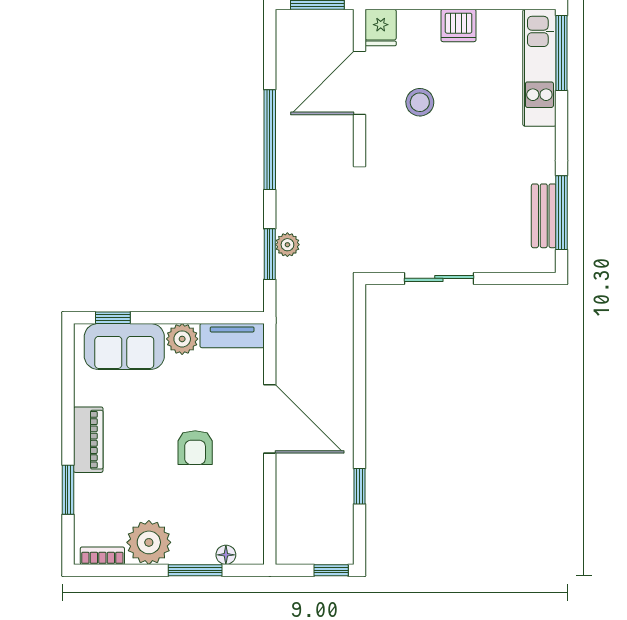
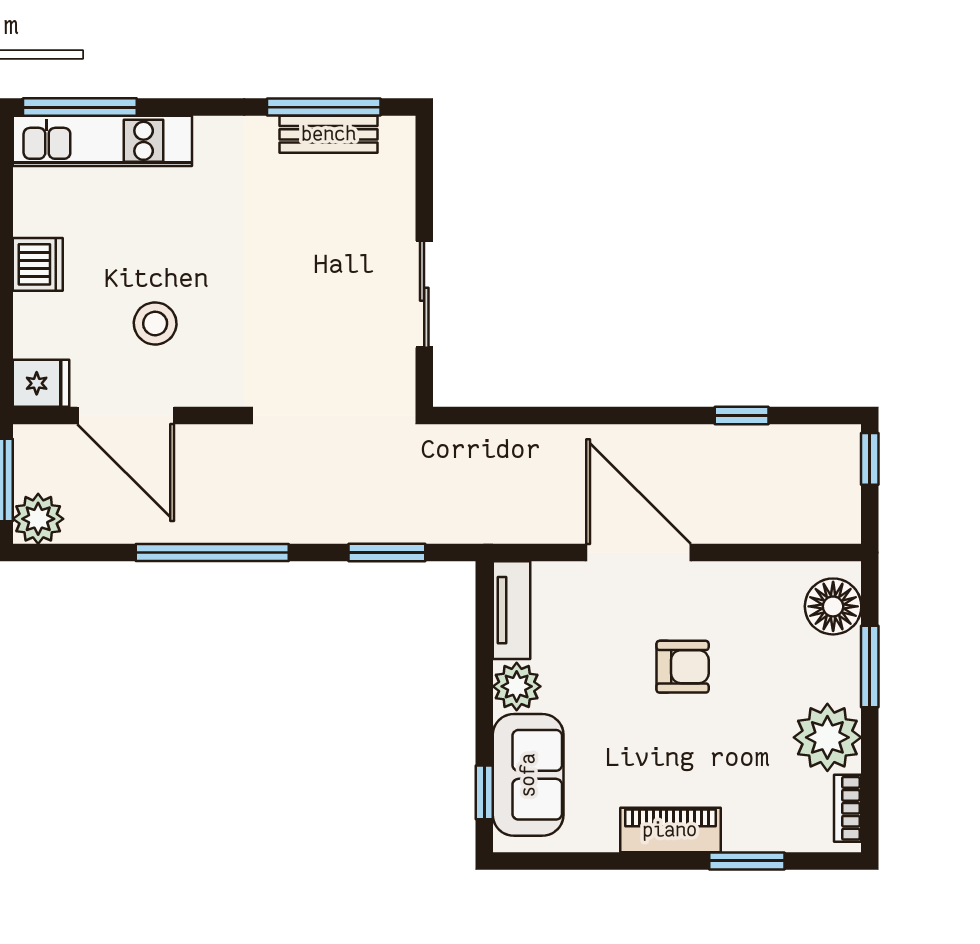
plant: (287, 245) -> (38, 519), moved, width x1.38, depth x1.38
door: (270, 419) -> (639, 553), hinge flipped
floor lamp: (226, 555) -> (833, 606), width x1.89, depth x1.89

